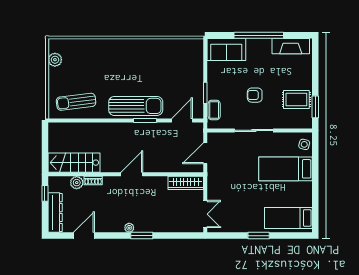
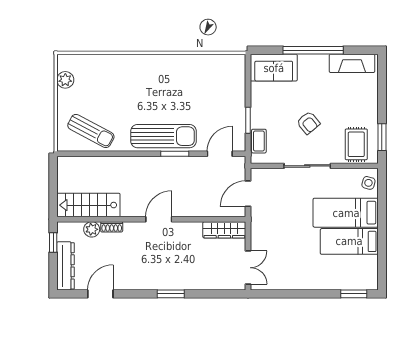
armchair: (255, 95) -> (308, 123), turned -130
rug: (296, 100) -> (356, 144), moved, turned 90
sun lounger: (76, 102) -> (91, 131), turned -145
bed: (288, 218) -> (349, 241), moved
plant: (129, 228) -> (156, 284), removed
window: (259, 236) -> (354, 294), moved

